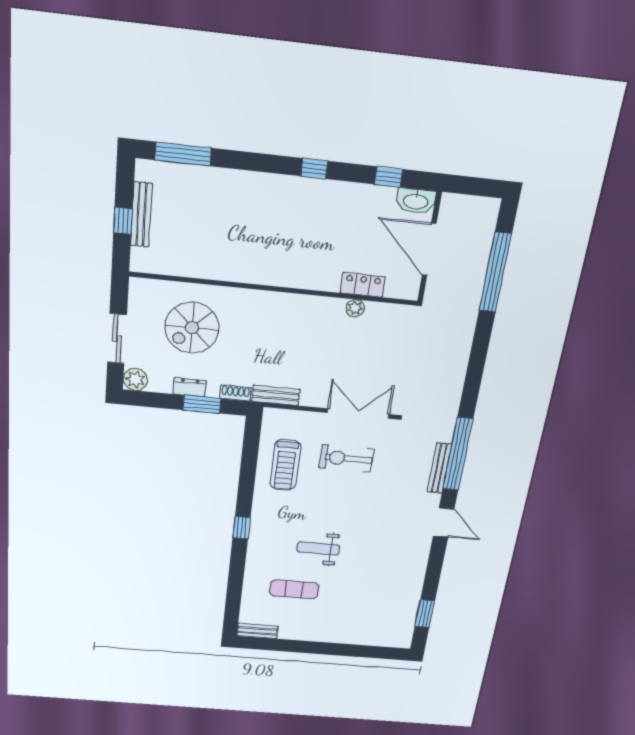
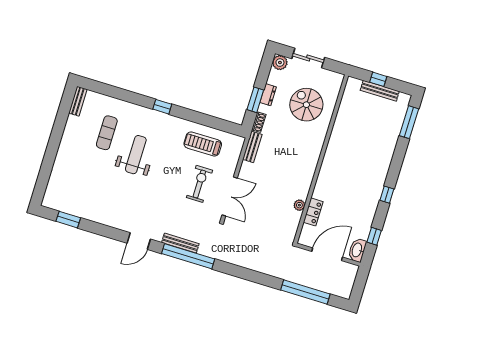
weight bench: (318, 549) -> (136, 155), width x1.36, depth x1.33

